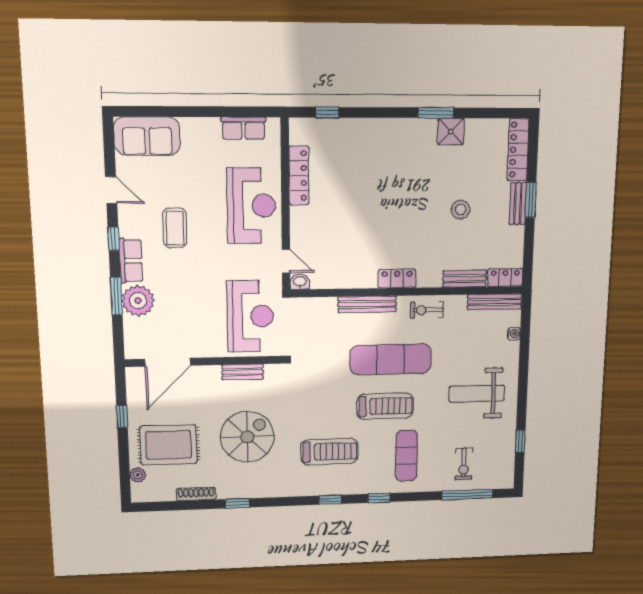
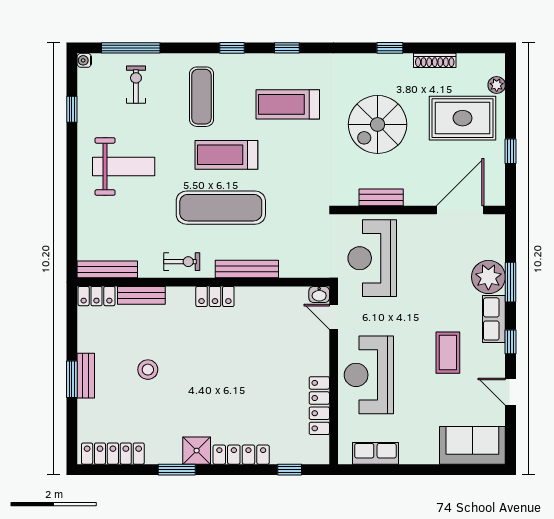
locker: (374, 127) -> (241, 455), added
shower: (451, 132) -> (197, 451), moved
locker: (518, 150) -> (113, 454), moved, turned -90
water cooler: (514, 334) -> (84, 60), moved

